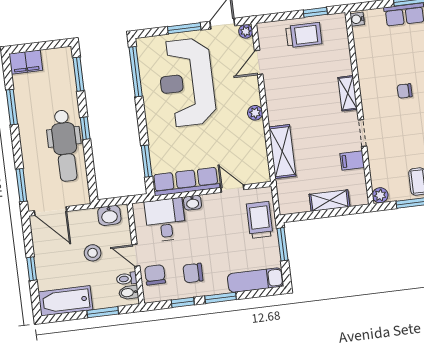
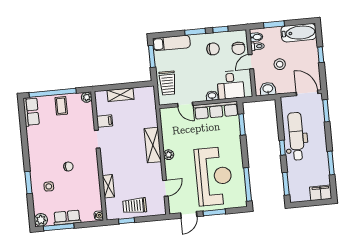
plant: (246, 31) -> (173, 209), removed
shelving: (348, 93) -> (108, 186), moved
shelving: (282, 152) -> (153, 145), moved
window: (282, 244) -> (152, 56), moved
door: (136, 255) -> (251, 62), swing flipped

